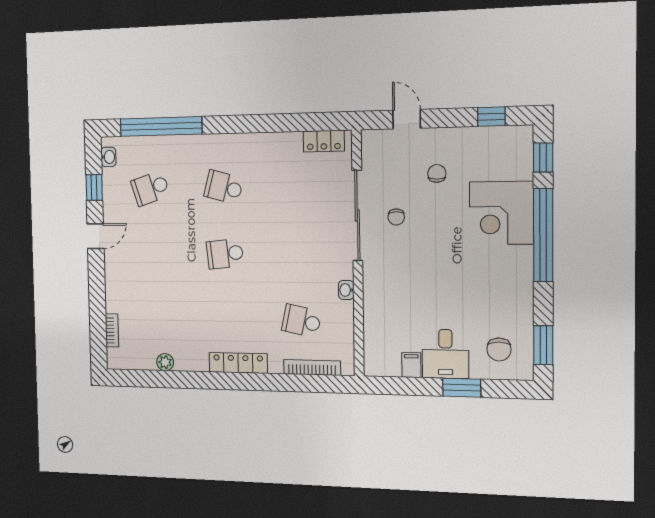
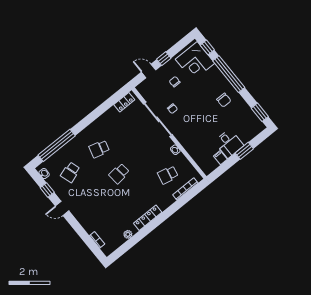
window: (491, 117) -> (164, 59), moved
corner desk: (502, 213) -> (195, 61), moved
door: (95, 236) -> (62, 208), swing flipped
chair: (499, 349) -> (224, 100), moved
locker: (238, 363) -> (148, 218), moved

